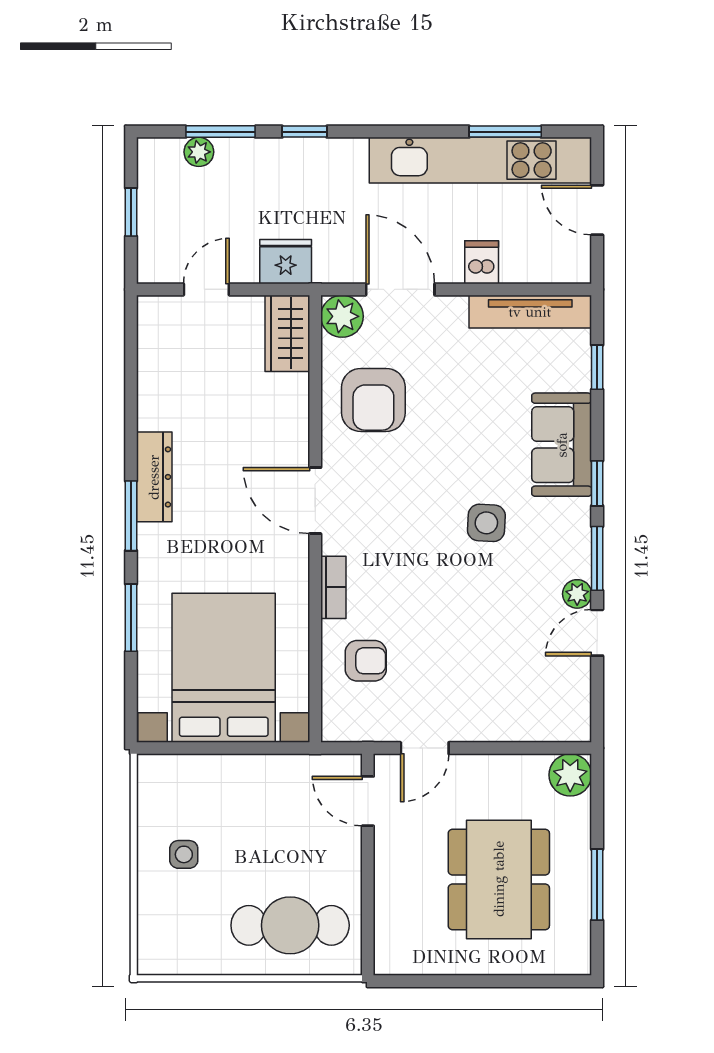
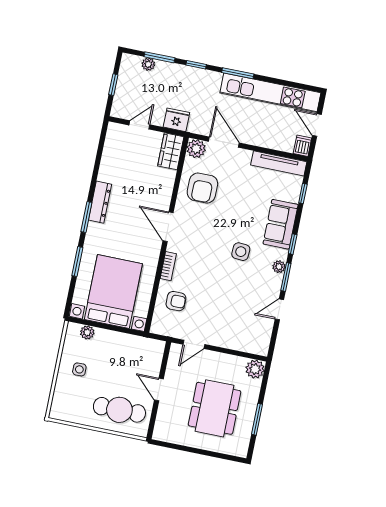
window: (505, 132) -> (238, 73), moved
dishwasher: (482, 262) -> (302, 146), moved
plant: (577, 594) -> (279, 267), moved
plant: (184, 769) -> (87, 332), added
door: (368, 801) -> (159, 389), moved

